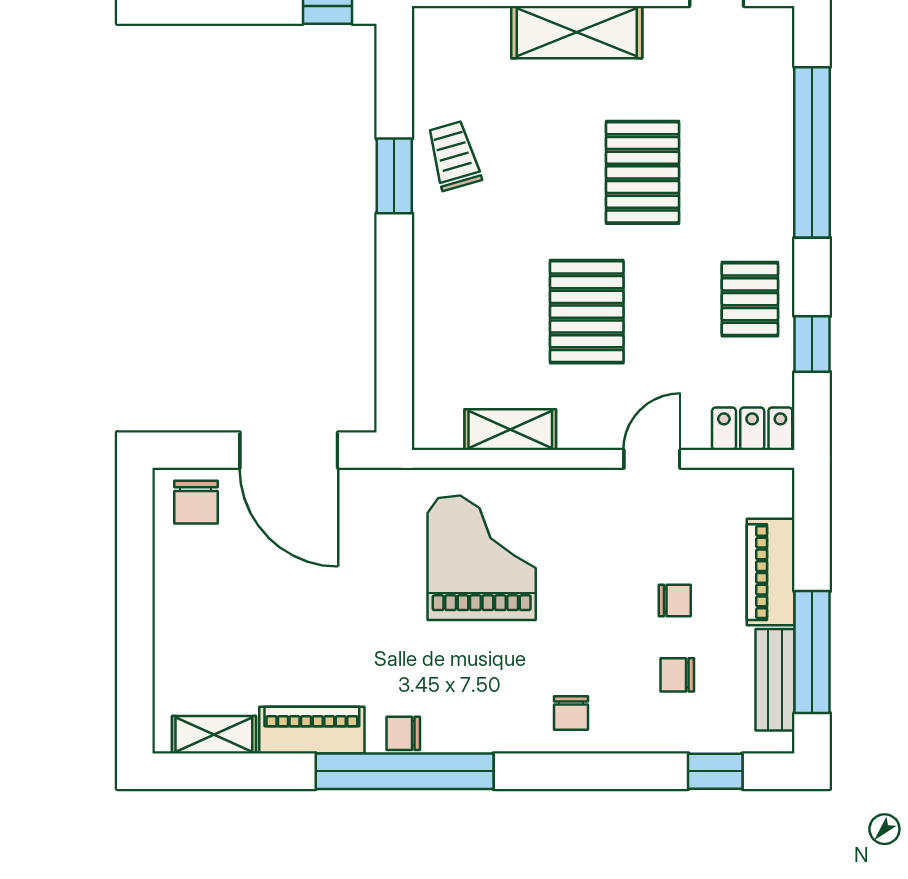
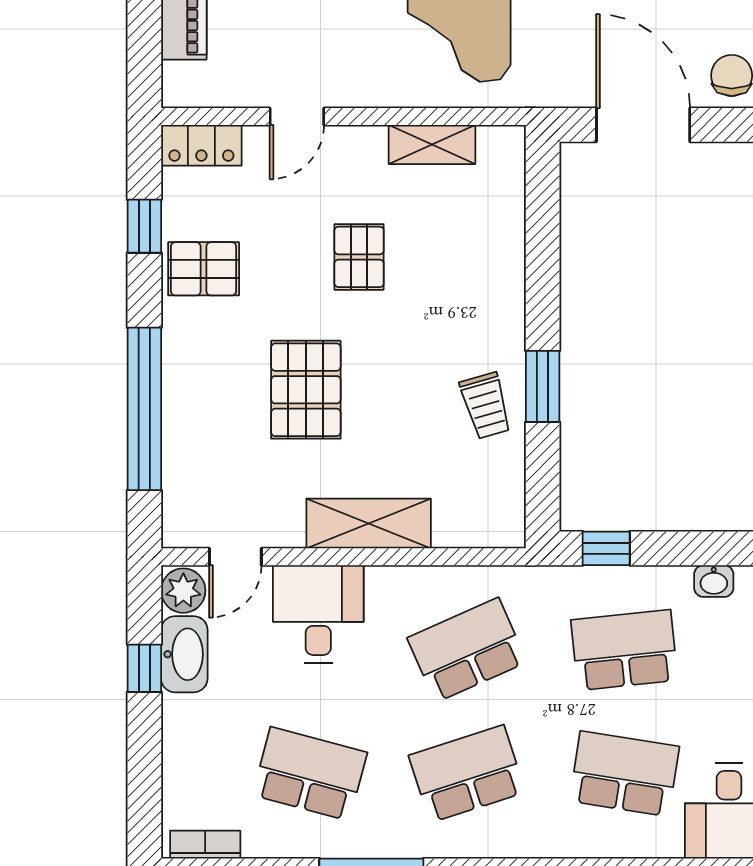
pallet: (750, 299) -> (204, 269), turned 90
pallet: (587, 312) -> (359, 257), width x0.67, depth x0.71

